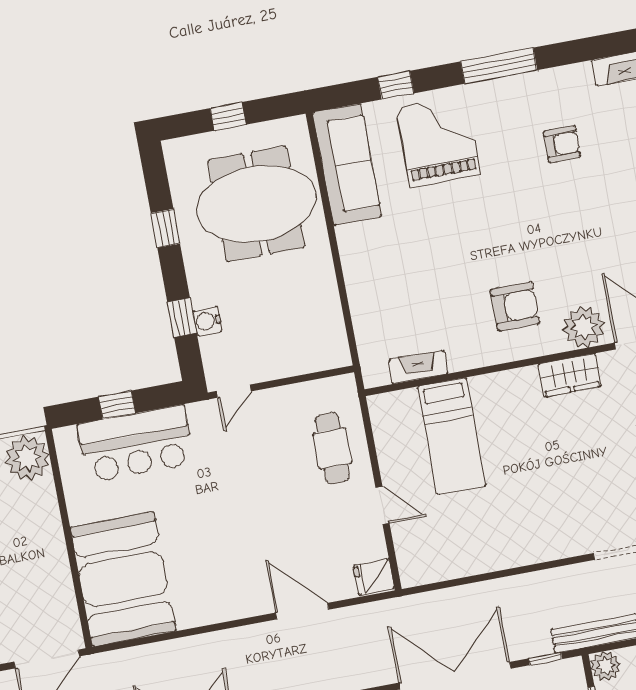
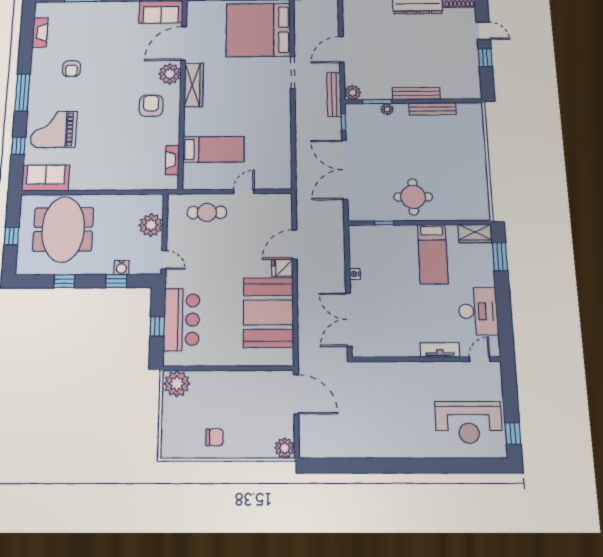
armchair: (562, 144) -> (72, 69), turned 180
sofa: (347, 164) -> (46, 178), width x0.73
plant: (292, 355) -> (151, 225), added
wardrobe: (570, 375) -> (194, 85), width x1.50
fridge: (374, 577) -> (282, 268), moved, turned 90
booth: (123, 579) -> (268, 312), moved, turned 90

